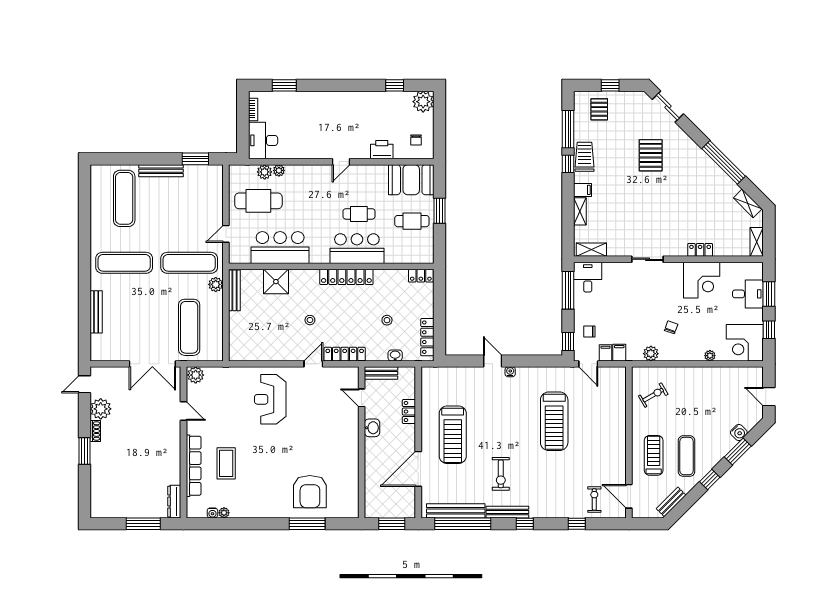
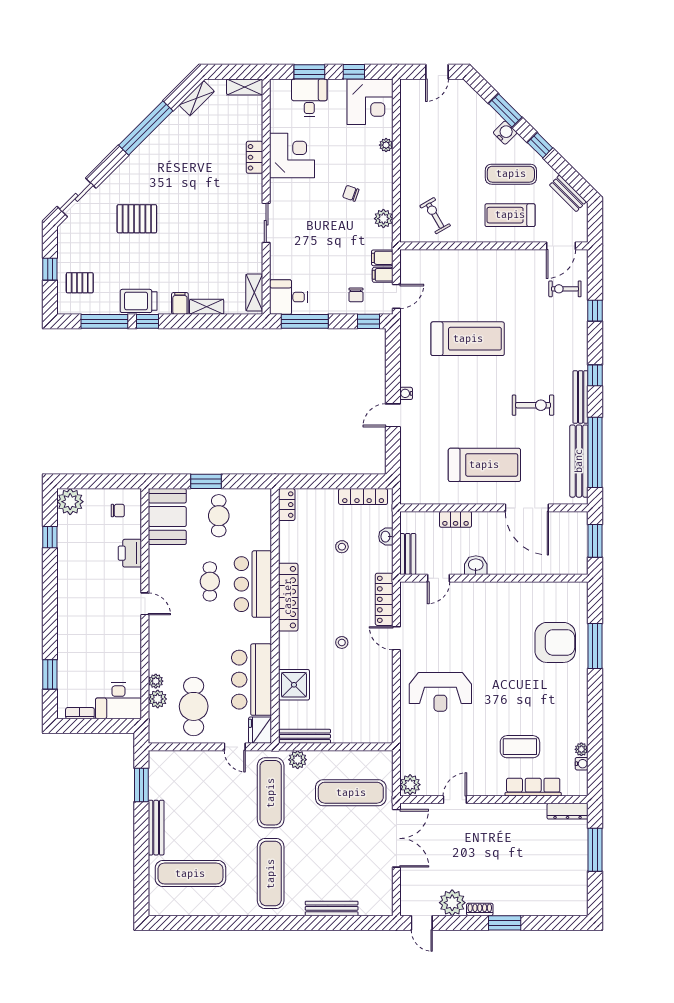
fridge: (239, 254) -> (260, 730), added
water cooler: (739, 432) -> (505, 133), moved
row of seats: (194, 466) -> (533, 787), width x0.73

